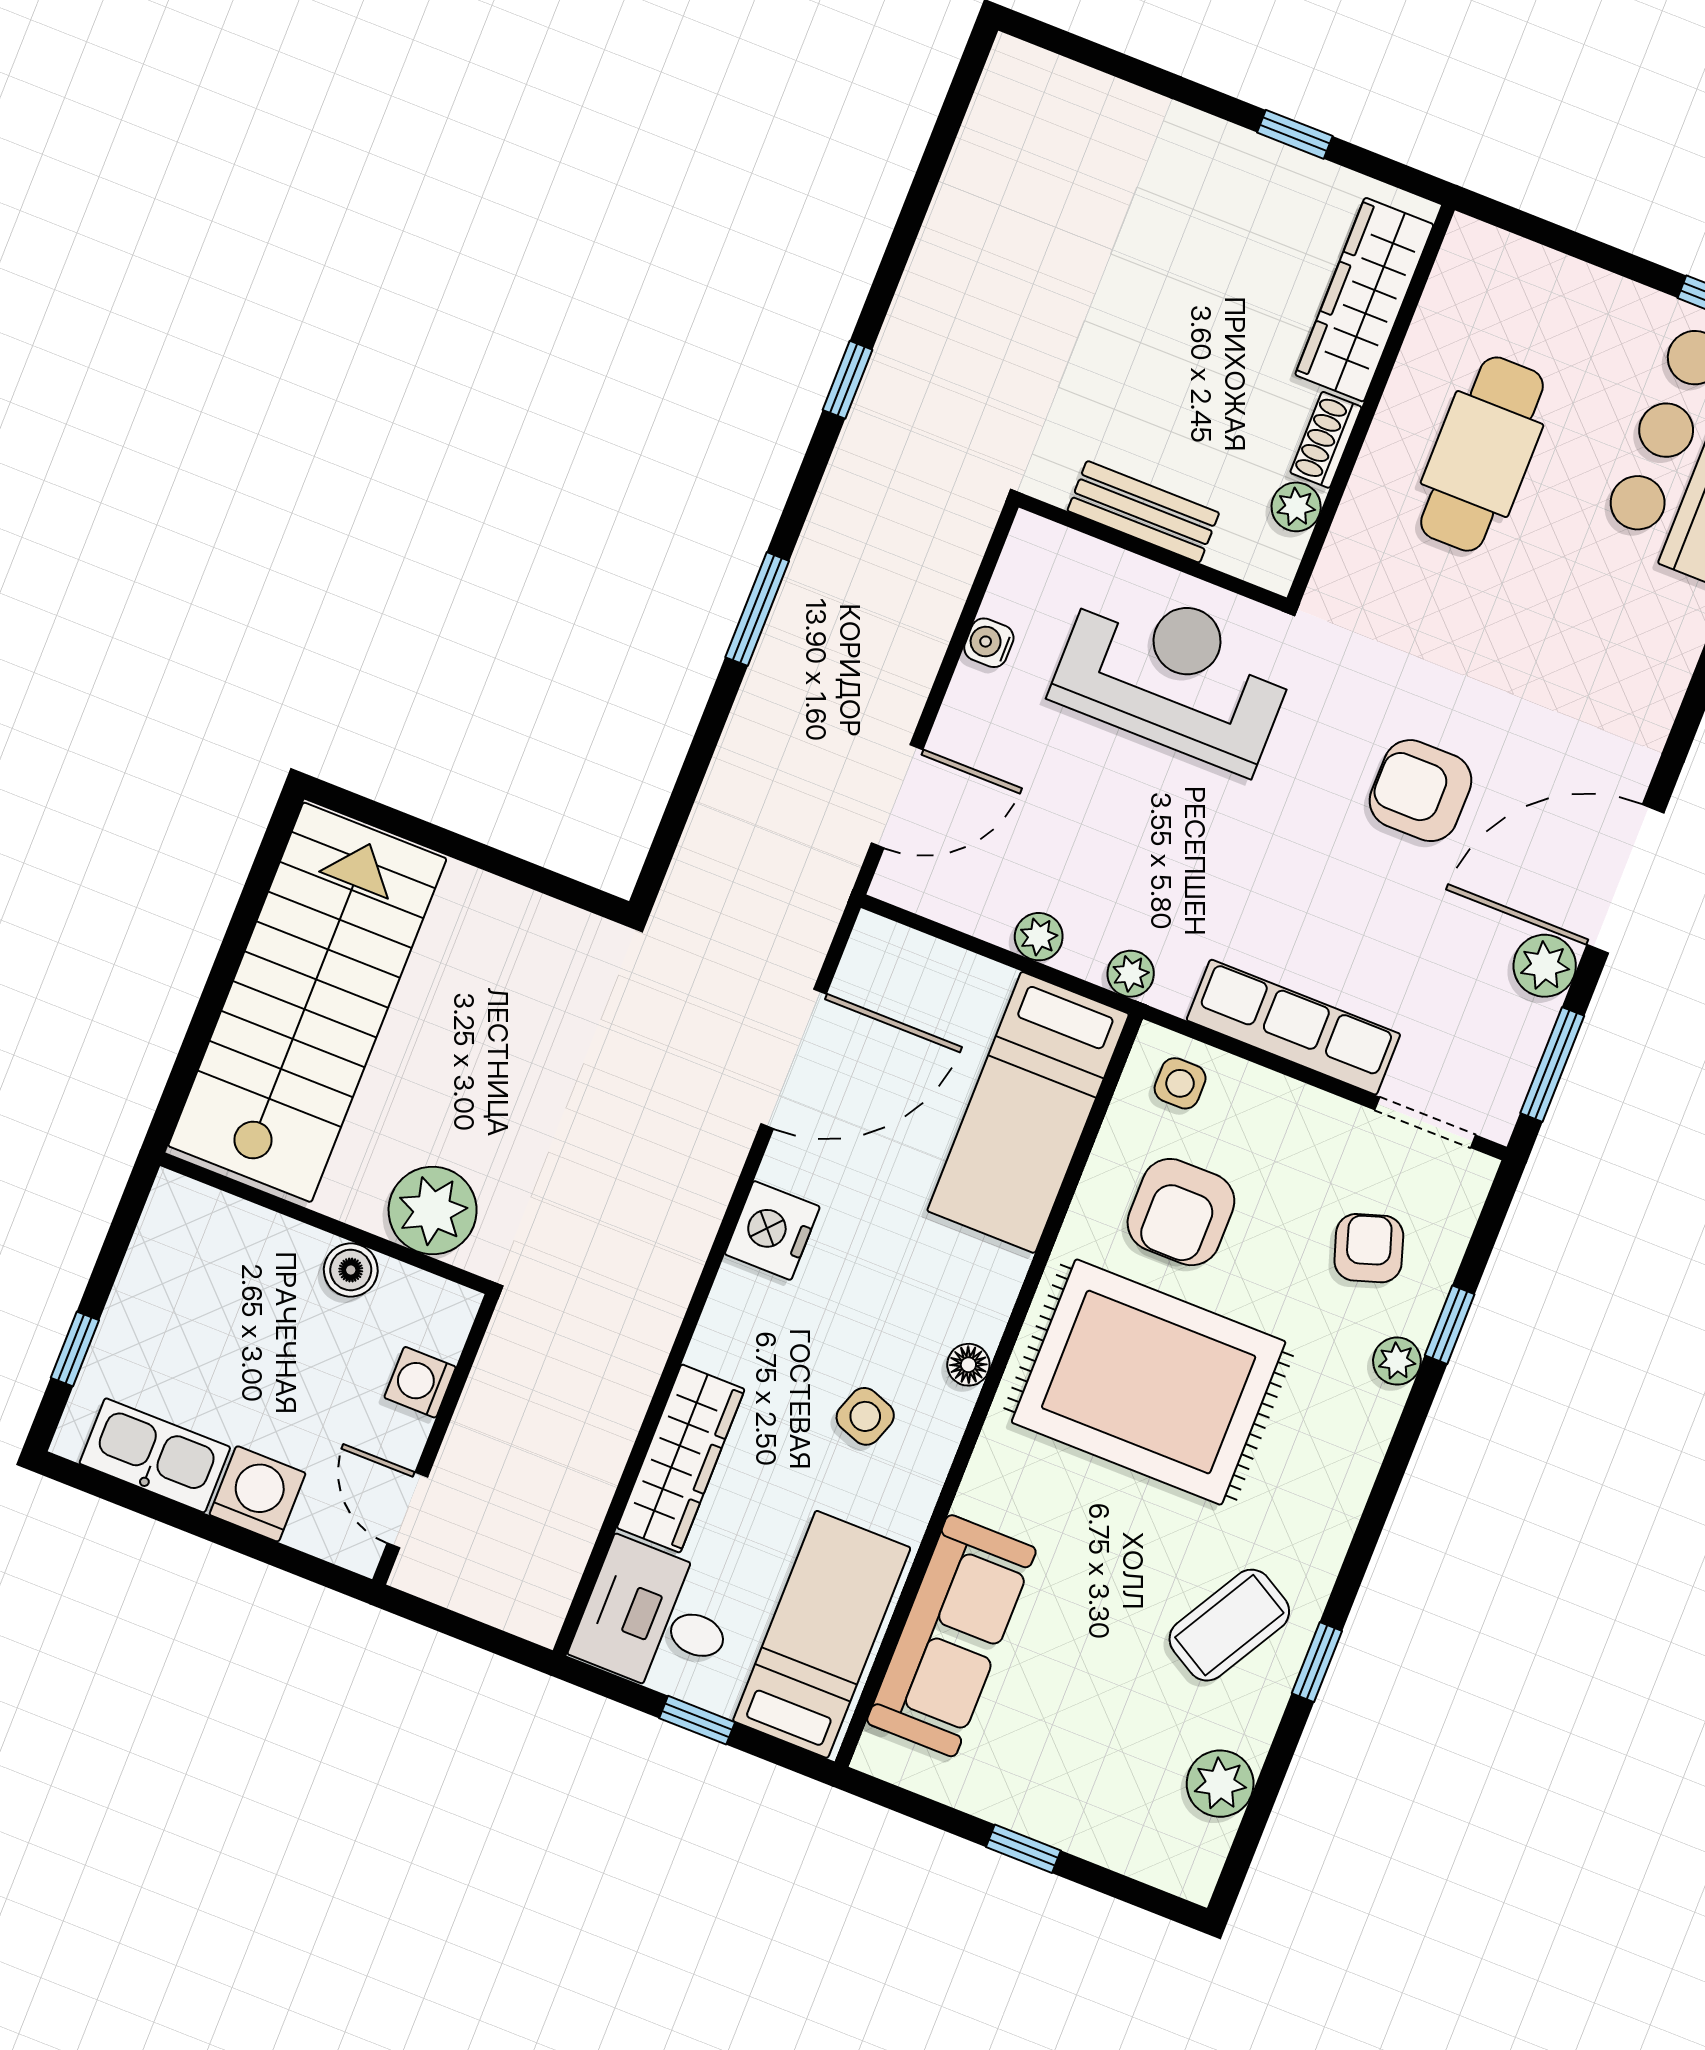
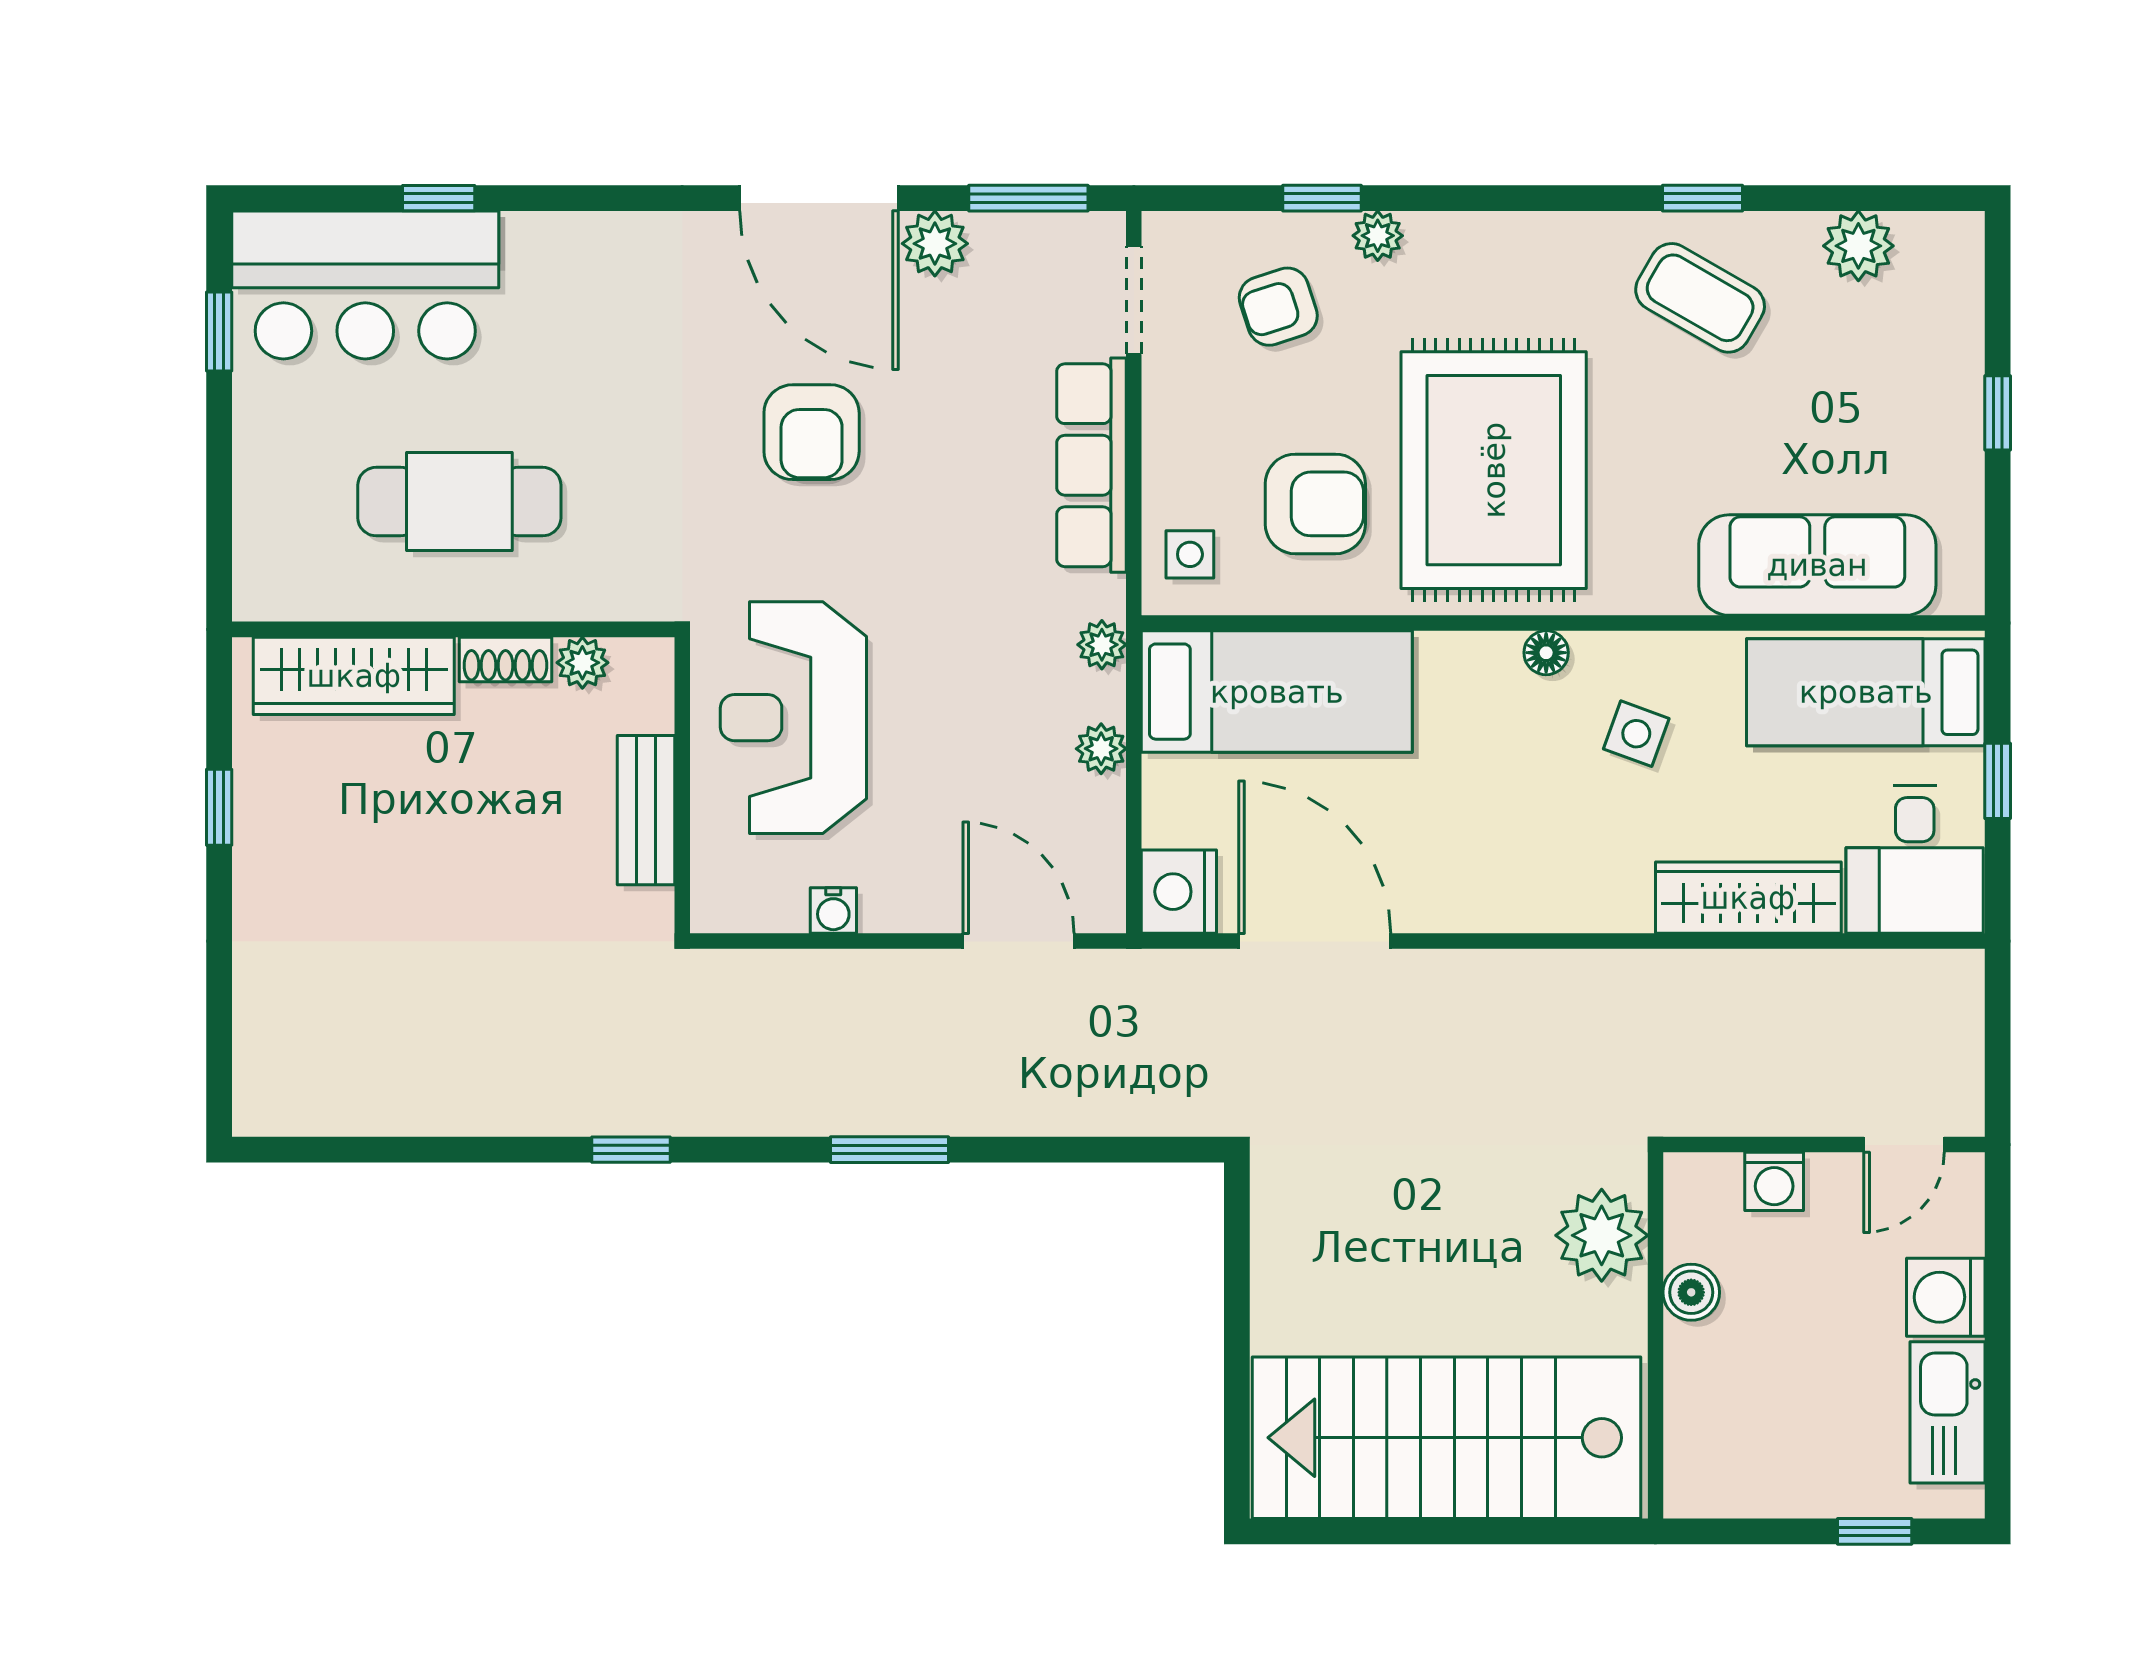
nightstand: (772, 1230) -> (1179, 892), moved, turned 90

